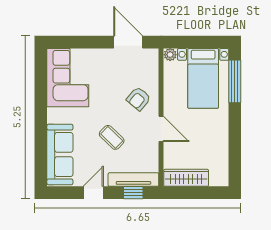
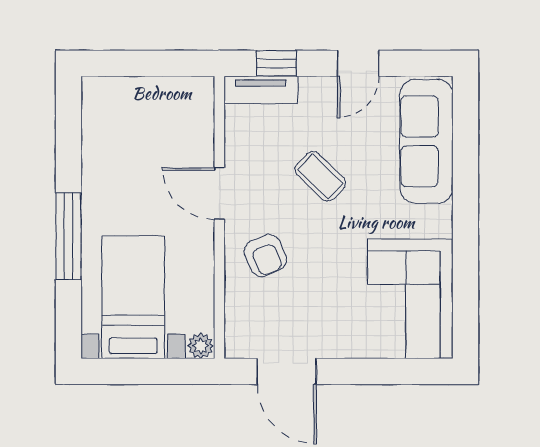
window: (235, 81) -> (68, 236), moved
armchair: (139, 99) -> (265, 255), turned 116
wardrobe: (186, 178) -> (168, 94), removed
tv unit: (133, 180) -> (261, 90), width x0.71

